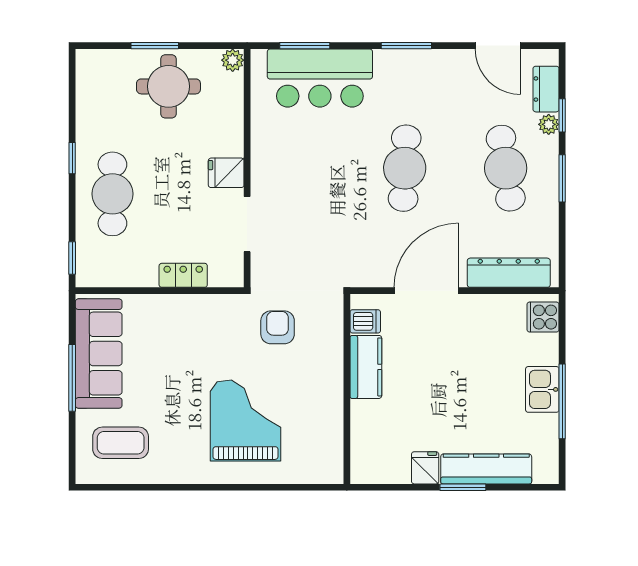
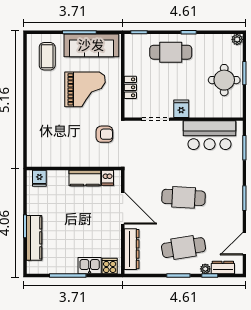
plant: (233, 60) -> (237, 39), moved
bar counter: (320, 78) -> (210, 135), moved, turned -90
kitchen sink: (542, 389) -> (90, 266), moved
grand piano: (246, 421) -> (85, 89), moved
fridge: (425, 468) -> (39, 178), moved, turned 90

